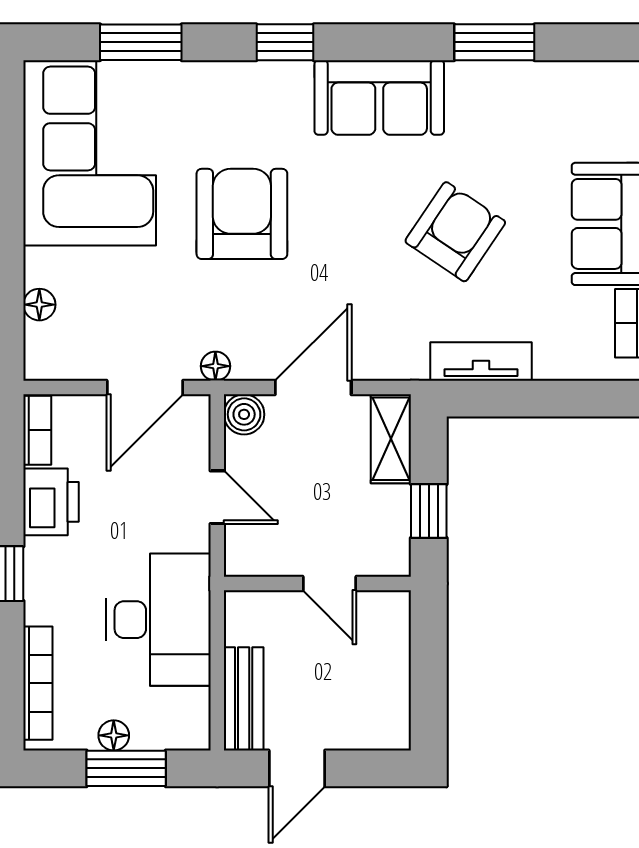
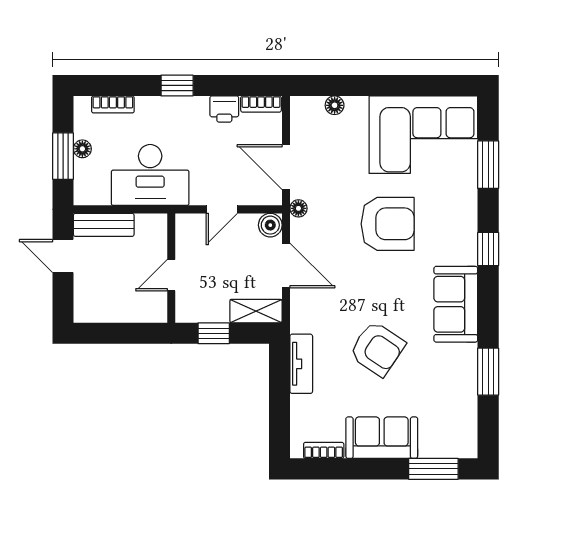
printer: (51, 502) -> (224, 109), width x0.73, depth x0.81
bookcase: (38, 683) -> (113, 104), width x0.64

